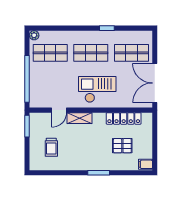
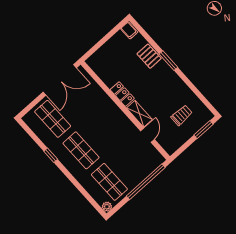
checkout: (97, 89) -> (105, 120), removed
door: (59, 110) -> (147, 135), hinge flipped
locker: (124, 118) -> (122, 94), moved, width x0.66
window: (27, 126) -> (203, 130), moved
pallet: (122, 146) -> (149, 56), moved

